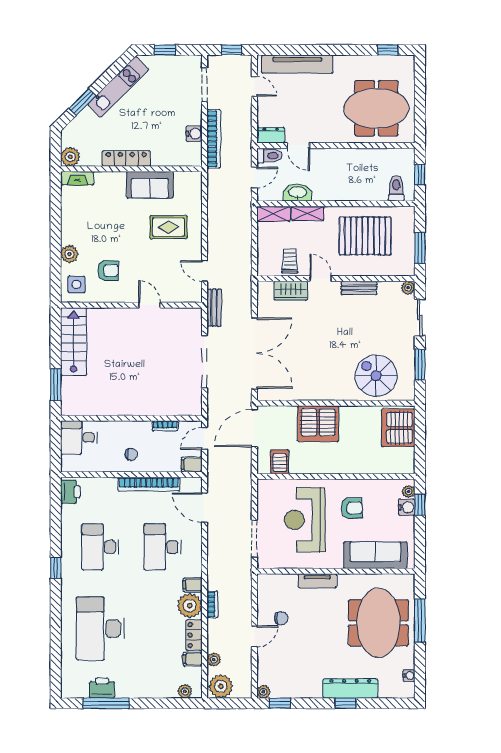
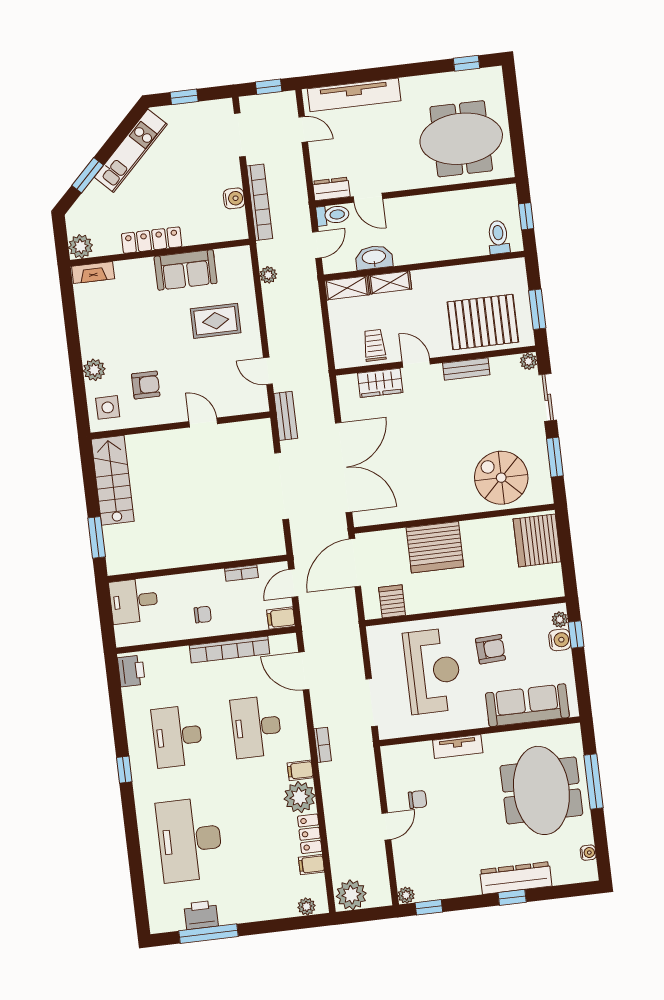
pallet: (365, 236) -> (483, 322), moved
reception desk: (305, 520) -> (433, 671), turned 180
bookcase: (212, 604) -> (323, 745), moved
plant: (214, 660) -> (268, 275), moved

